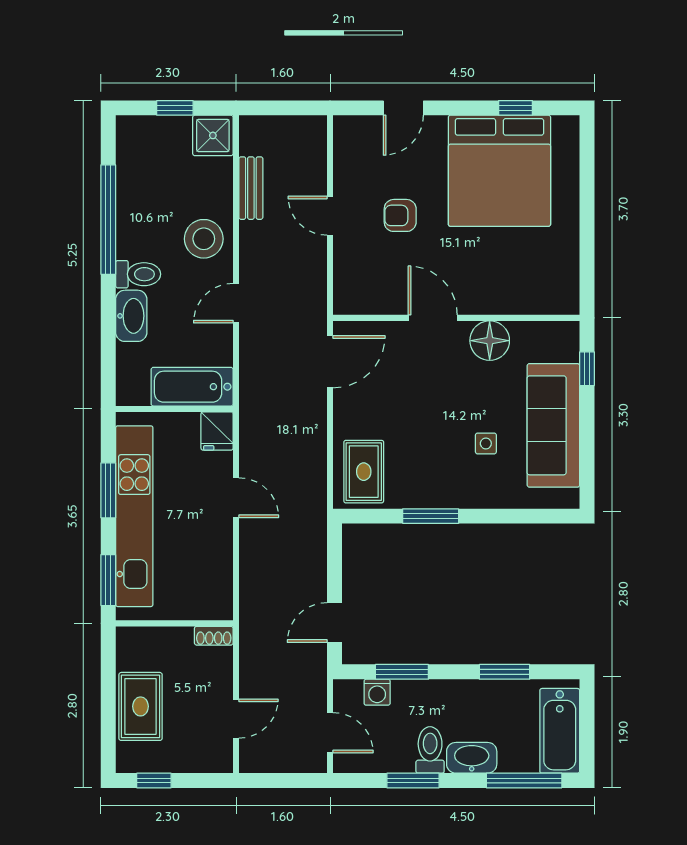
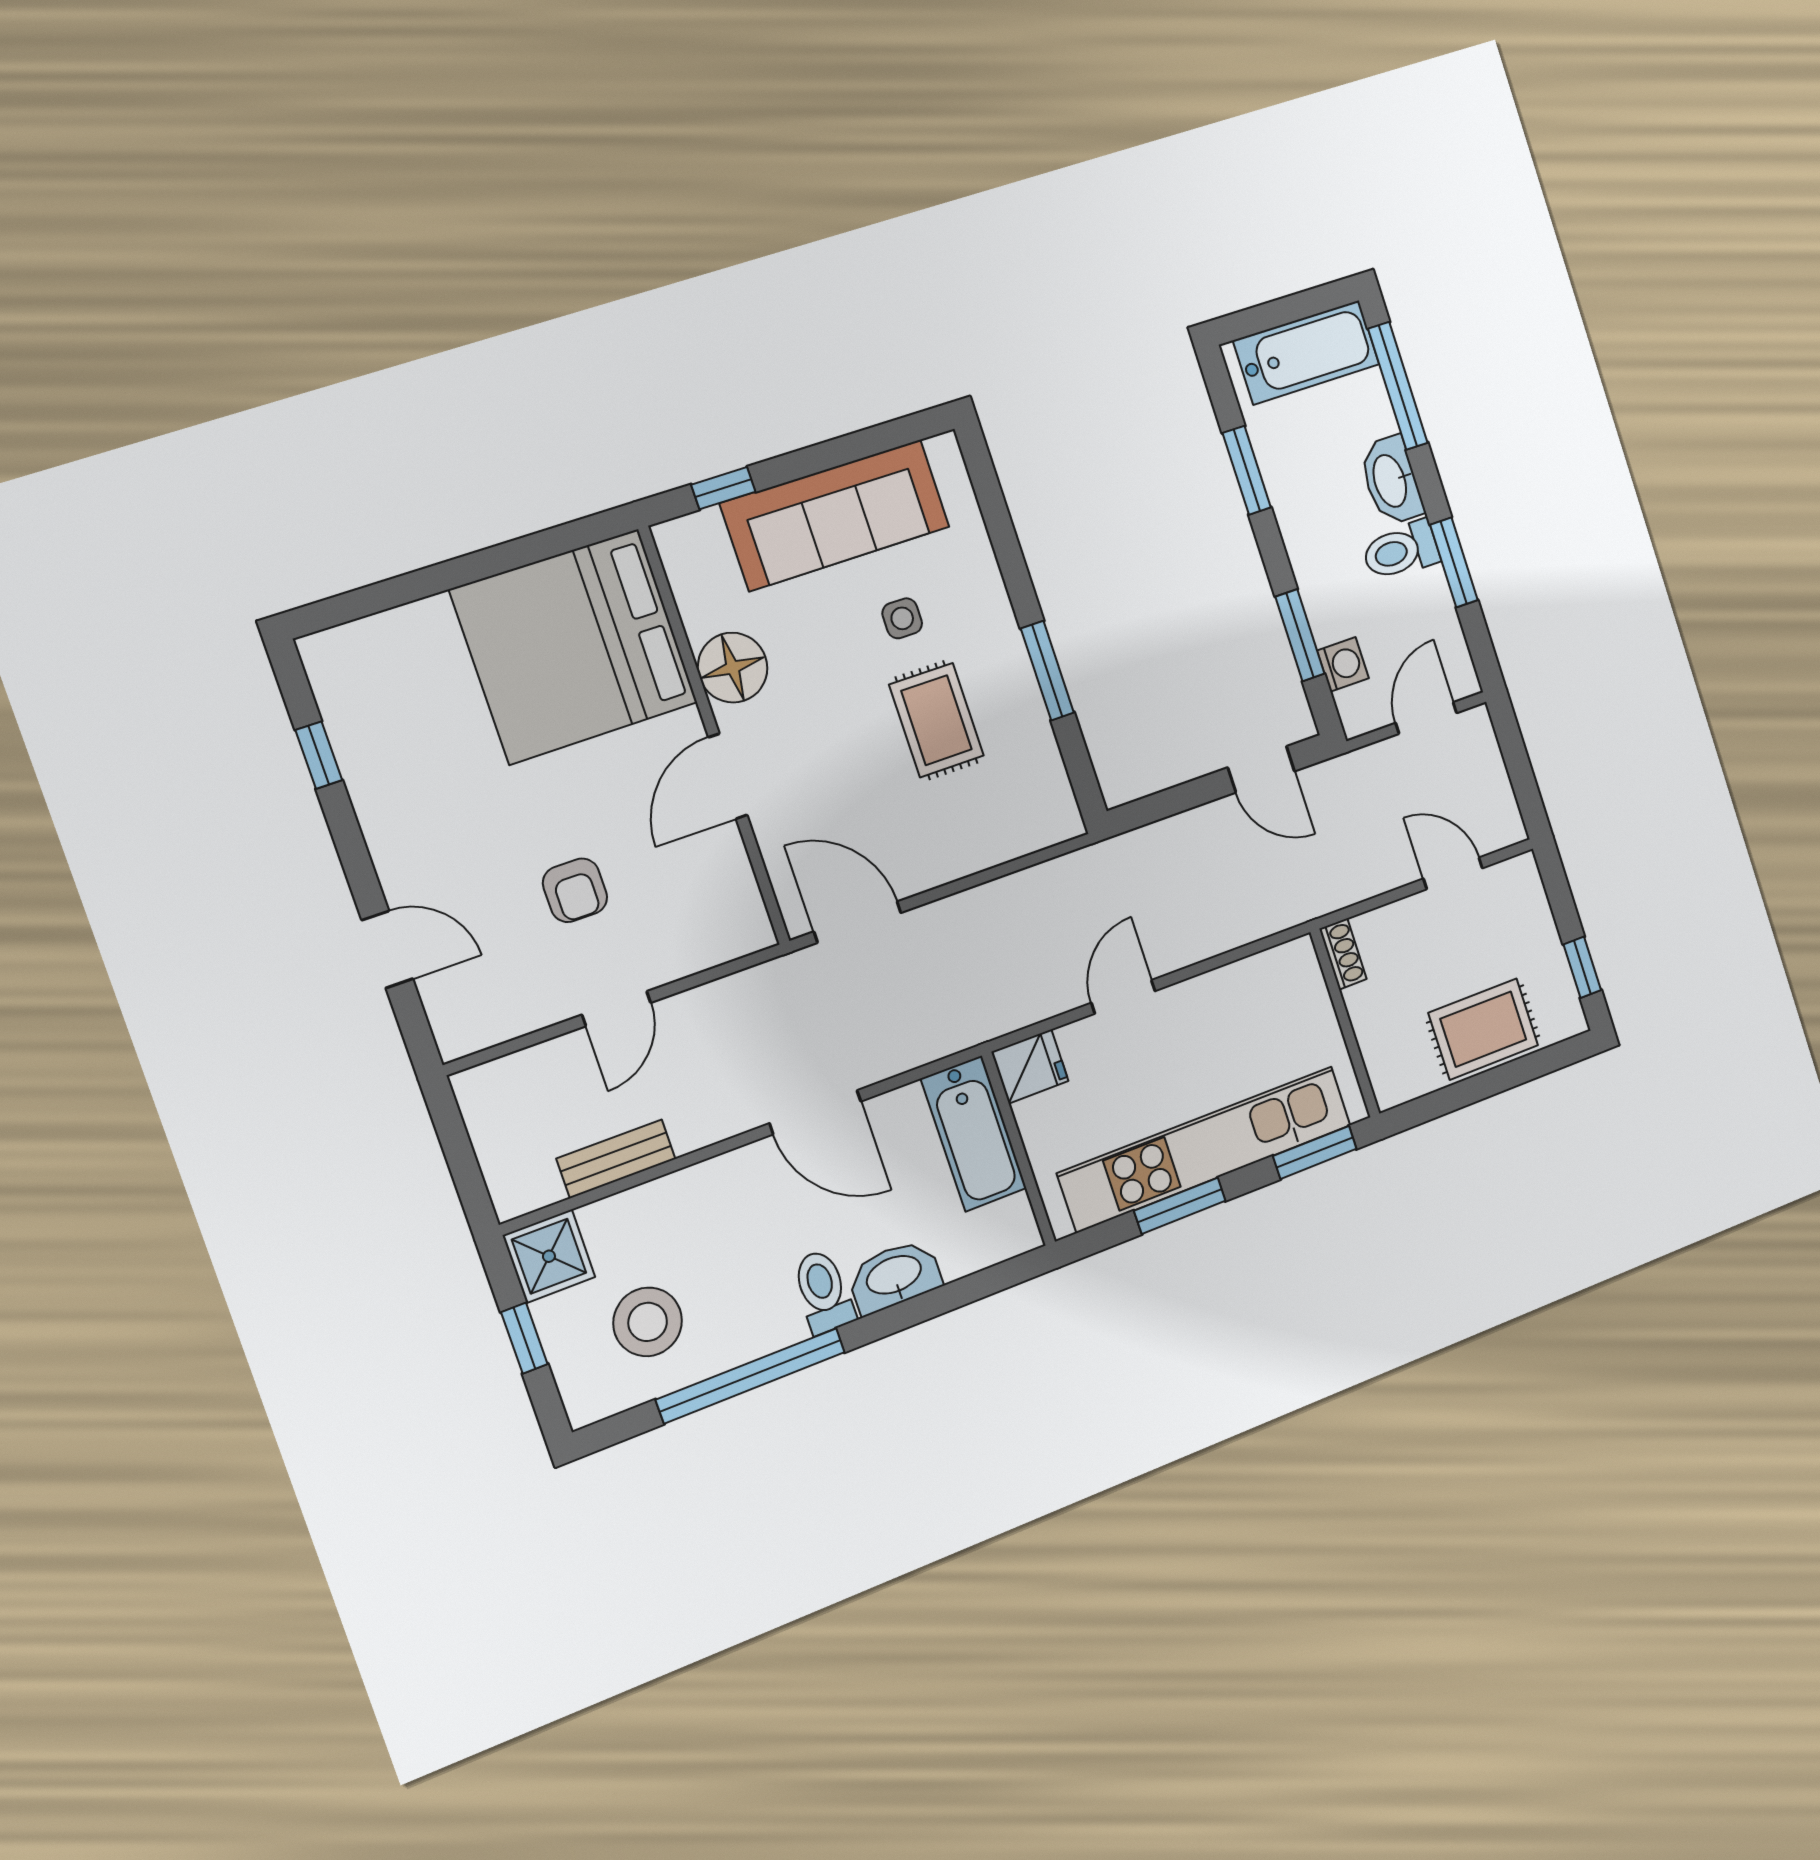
bed: (499, 171) -> (574, 646), moved, turned 180
stool: (204, 239) -> (648, 1322), moved
door: (236, 303) -> (815, 1112), width x1.38
rug: (364, 472) -> (936, 720), moved, turned 90

